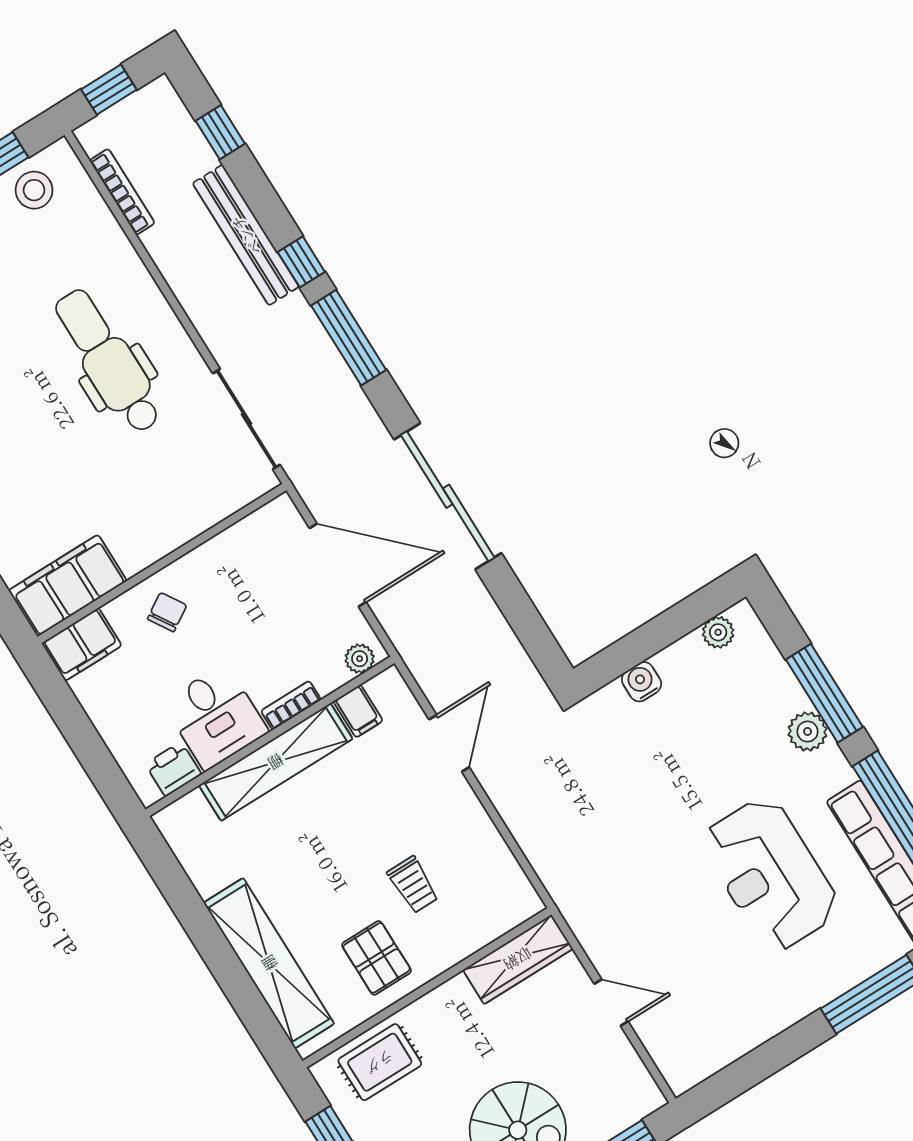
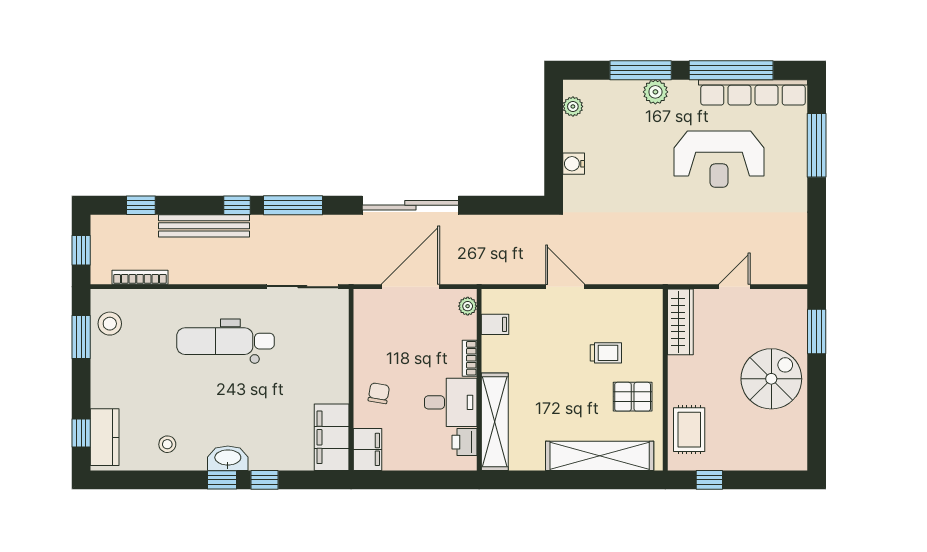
chair: (167, 612) -> (379, 393), turned 42
door: (449, 743) -> (565, 287), moved
shelving: (276, 762) -> (495, 422), moved

